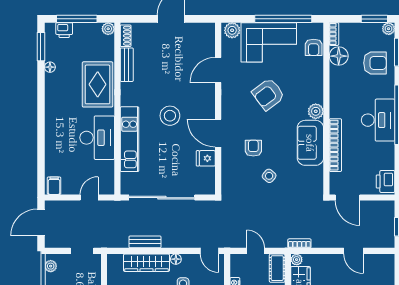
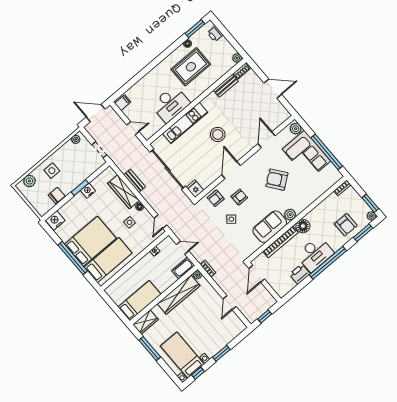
window: (77, 19) -> (228, 36), removed
armchair: (314, 47) -> (216, 198), moved
floor lamp: (339, 56) -> (303, 226), moved
door: (218, 70) -> (267, 140), hinge flipped
rug: (98, 84) -> (191, 67), moved
fridge: (206, 158) -> (195, 189), moved
printer: (385, 182) -> (300, 274), moved
door: (256, 251) -> (183, 248), hinge flipped

